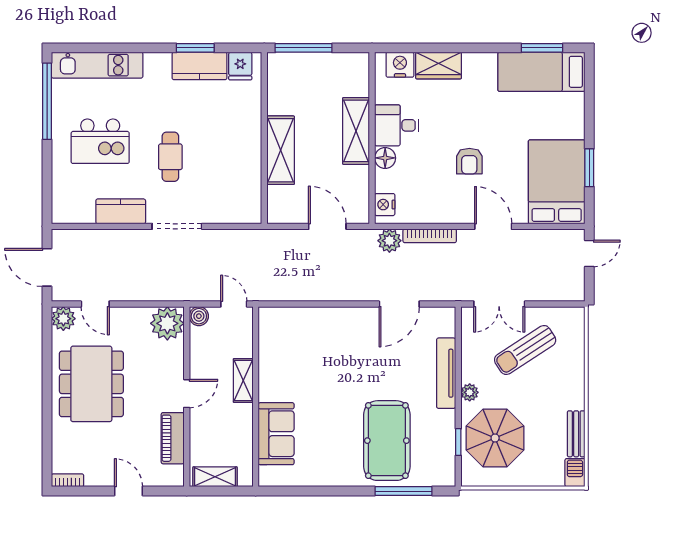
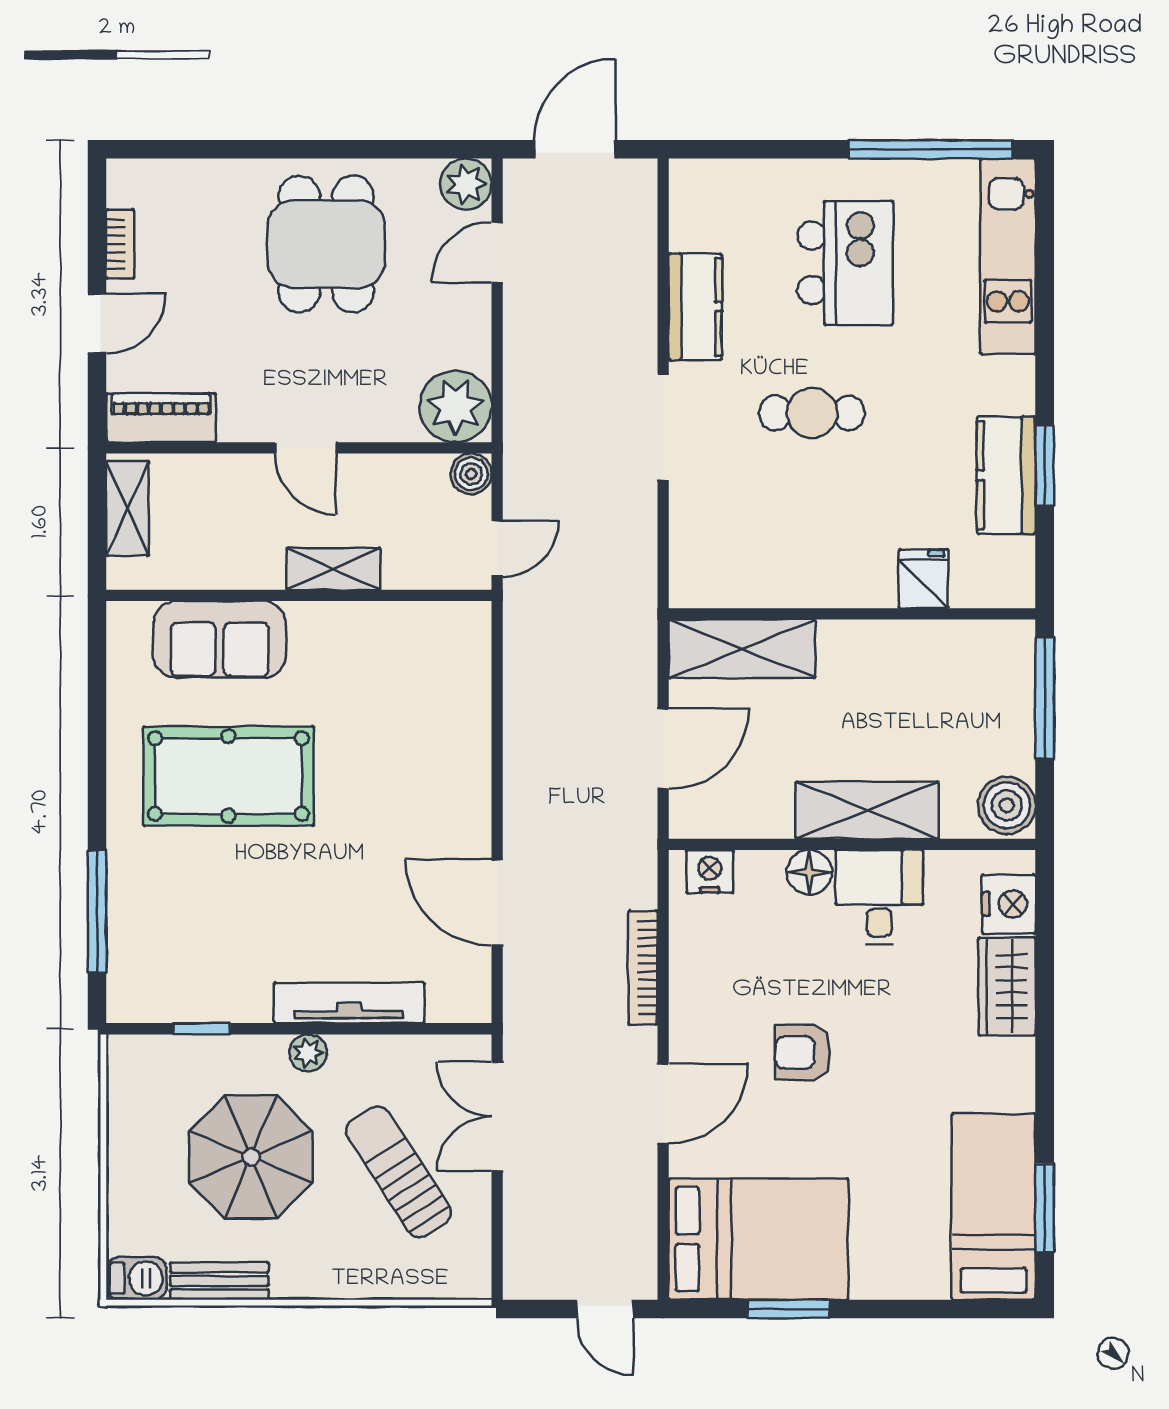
fridge: (240, 66) -> (923, 579), moved, turned 90
boiler: (354, 66) -> (1007, 805), added
kitchen island: (100, 141) -> (845, 263), turned 180
shelving: (281, 150) -> (742, 649), moved
plant: (389, 241) -> (632, 882), removed
dining table: (91, 384) -> (326, 244), width x0.73
piano: (173, 438) -> (161, 418), moved
parasol: (495, 438) -> (251, 1157), moved
pool table: (387, 441) -> (228, 776), moved
bookcase: (68, 480) -> (120, 244), moved

